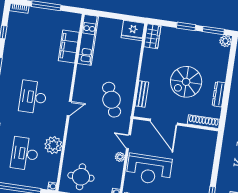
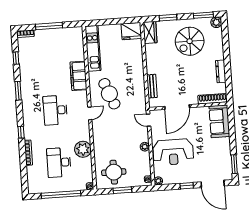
window: (186, 26) -> (168, 18), moved
filing cabinet: (69, 46) -> (78, 76), moved
spiral stairs: (186, 82) -> (190, 41), moved
cafe table: (112, 100) -> (109, 94), moved
door: (164, 122) -> (177, 107), hinge flipped
door: (129, 142) -> (149, 120), moved
sofa: (206, 147) -> (219, 121), added

